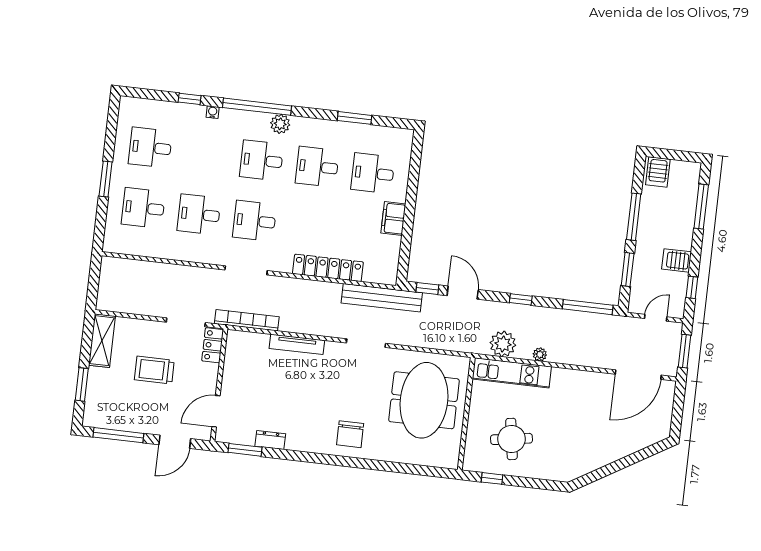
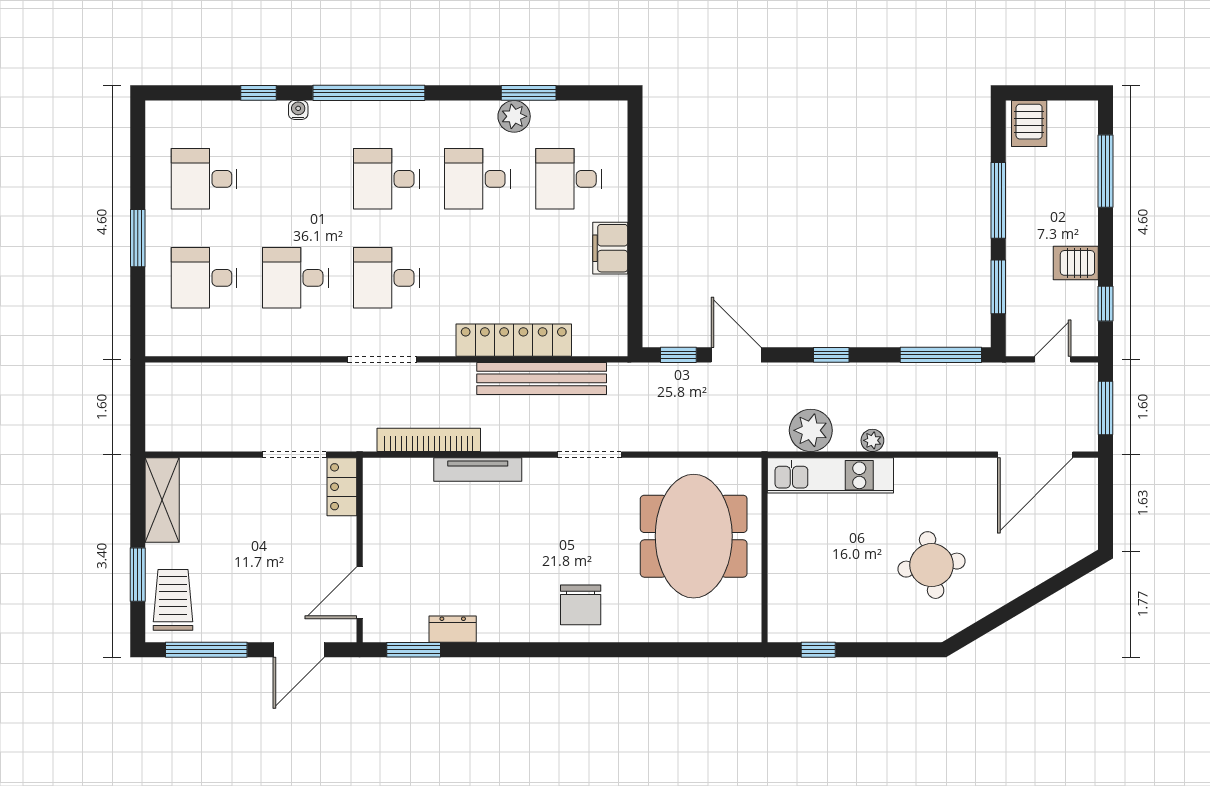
plant: (280, 124) -> (514, 116), moved
bench: (382, 298) -> (542, 378), moved
bookcase: (247, 320) -> (429, 440), moved
trolley: (154, 370) -> (173, 600), moved, turned 90
round table: (511, 439) -> (932, 565), moved

